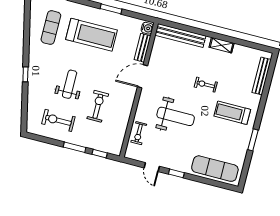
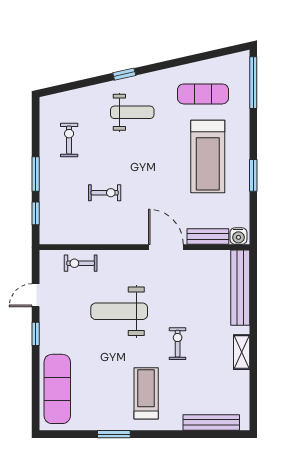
weight bench: (70, 84) -> (132, 112), moved
exercise bike: (98, 106) -> (105, 193), width x0.73, depth x0.72
weight bench: (176, 116) -> (119, 311), turned 90
exercise bike: (58, 120) -> (69, 140), width x0.73, depth x0.72

